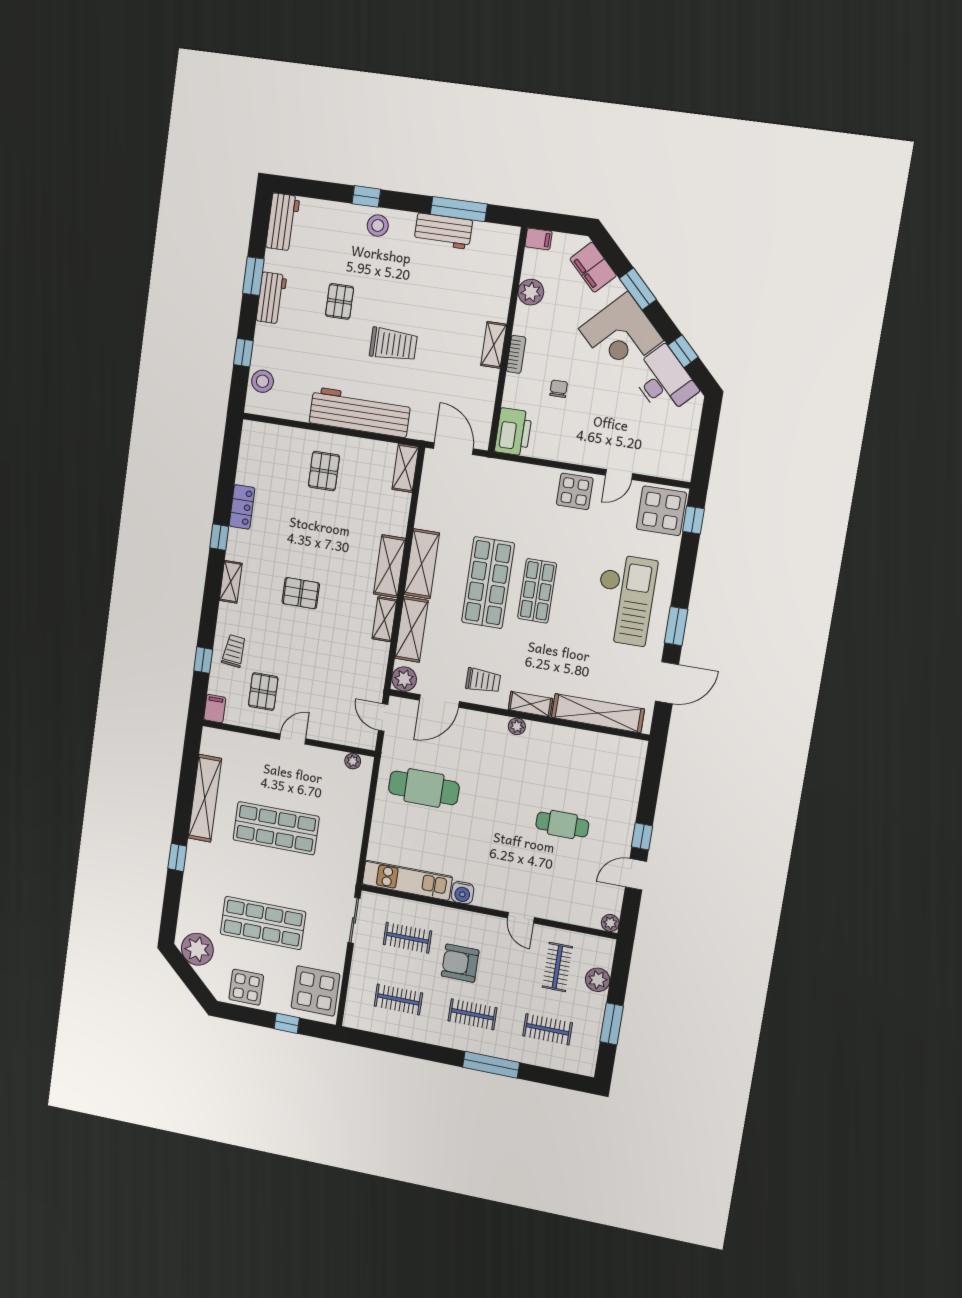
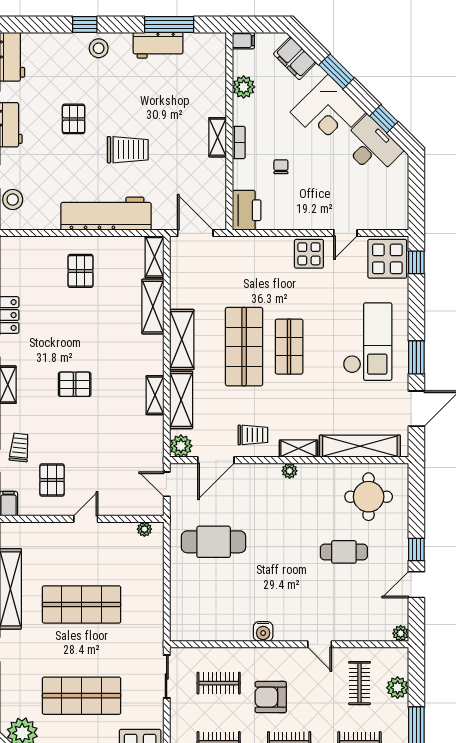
shelving: (390, 566) -> (153, 307), moved
round table: (599, 770) -> (369, 497), added
kitchen unit: (407, 880) -> (211, 630), removed

